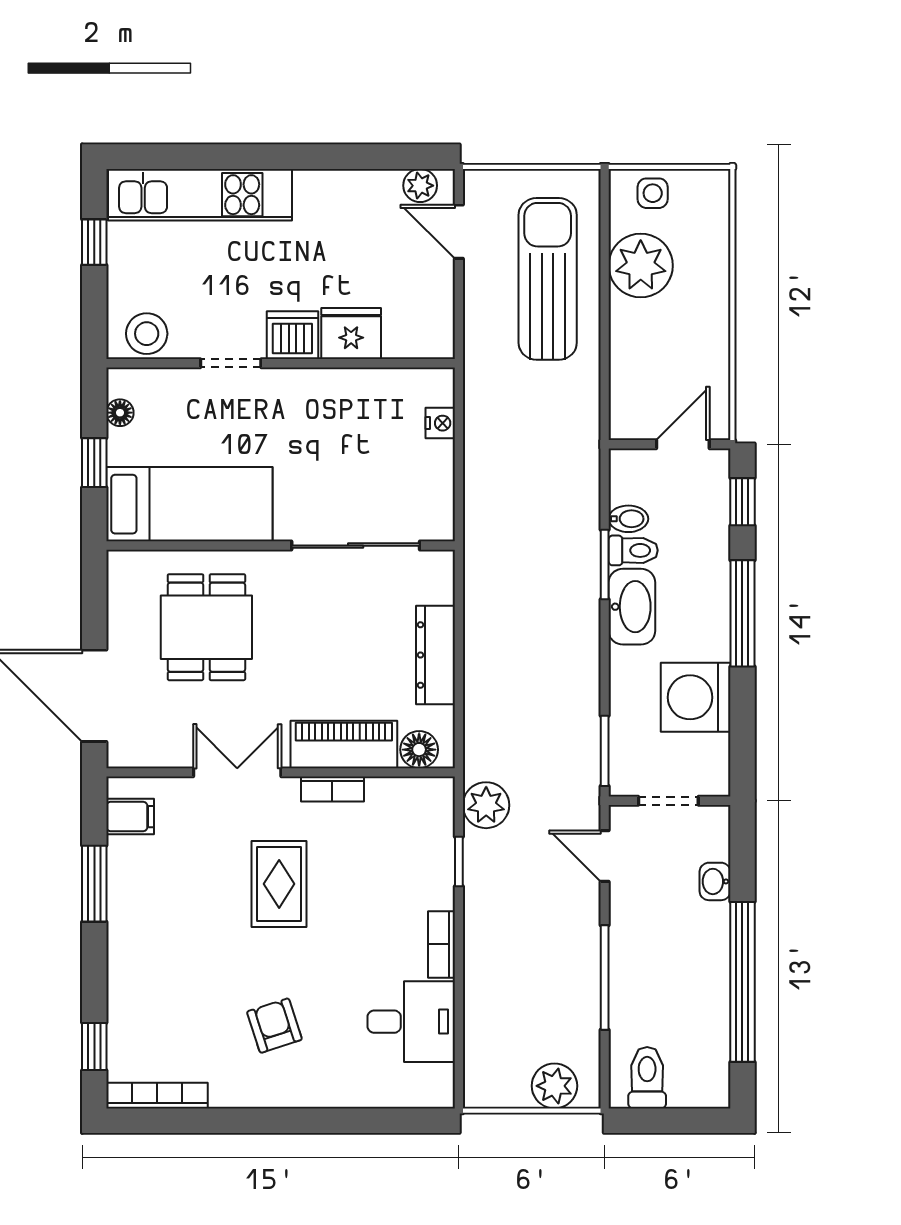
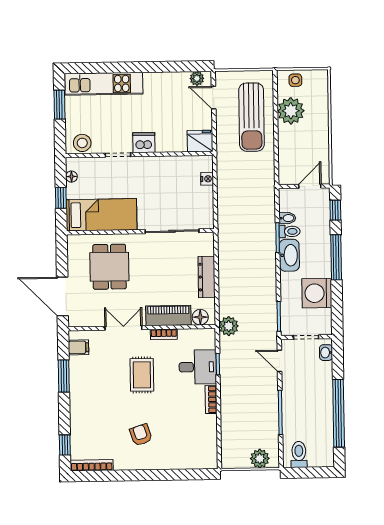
window: (94, 242) -> (59, 105), width x1.50
sun lounger: (548, 279) -> (252, 117), turned 180
fridge: (351, 334) -> (200, 141), moved
plant: (486, 805) -> (229, 326), moved
washbasin: (715, 881) -> (326, 353), moved
desk: (411, 1022) -> (198, 367), moved

